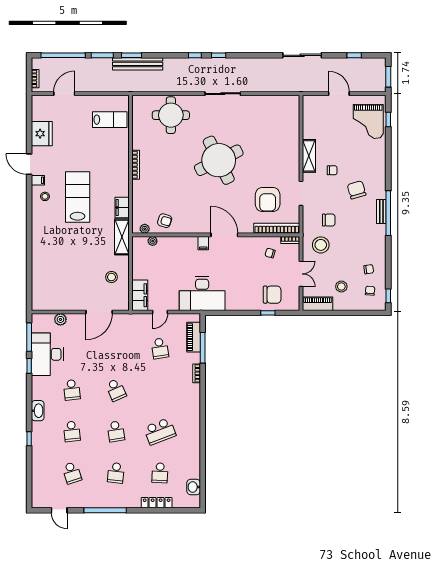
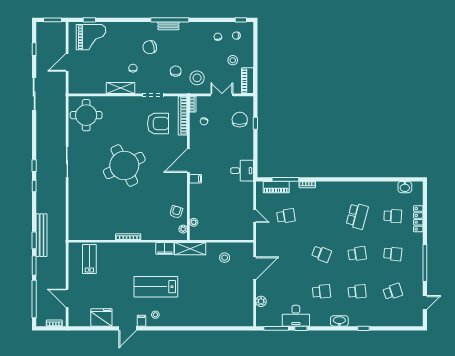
round table: (171, 115) -> (86, 115), moved
desk: (202, 293) -> (242, 171), width x0.53, depth x0.77
filing cabinet: (140, 295) -> (240, 233), removed
door: (99, 312) -> (255, 268), hinge flipped
desk: (47, 354) -> (296, 316), width x0.73, depth x0.77
school desk: (116, 390) -> (321, 254), turned 45
school desk: (160, 431) -> (357, 216), turned 36

